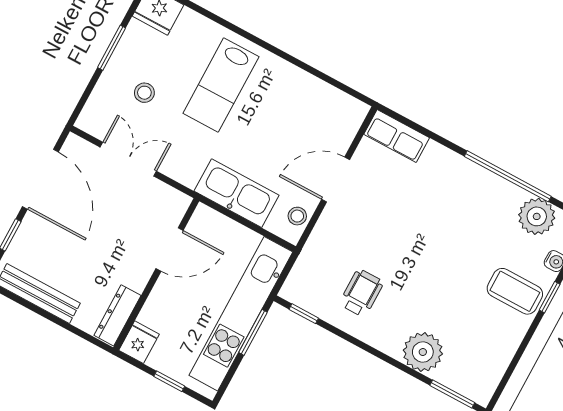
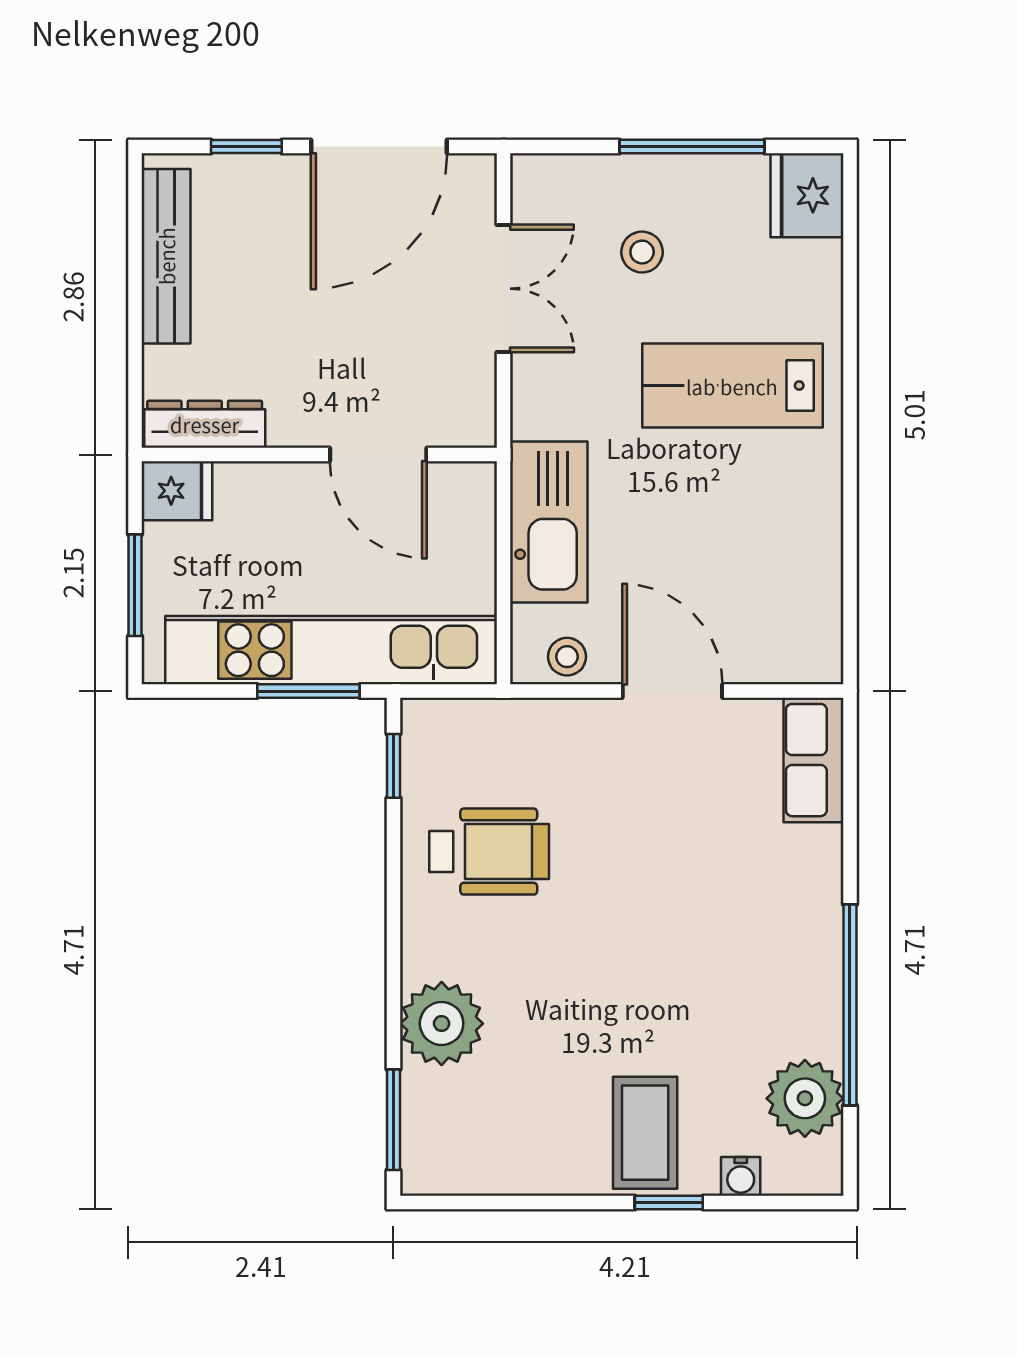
window: (111, 48) -> (692, 147), width x1.44
wheelchair: (361, 293) -> (489, 852), width x1.36, depth x1.37
window: (169, 381) -> (135, 585), width x1.50

